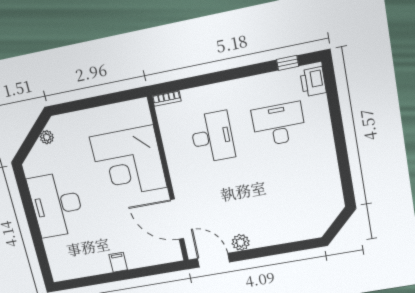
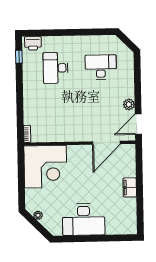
desk: (212, 137) -> (101, 67), moved
corner desk: (128, 162) -> (45, 167), moved
filing cabinet: (118, 262) -> (130, 187), width x2.00

